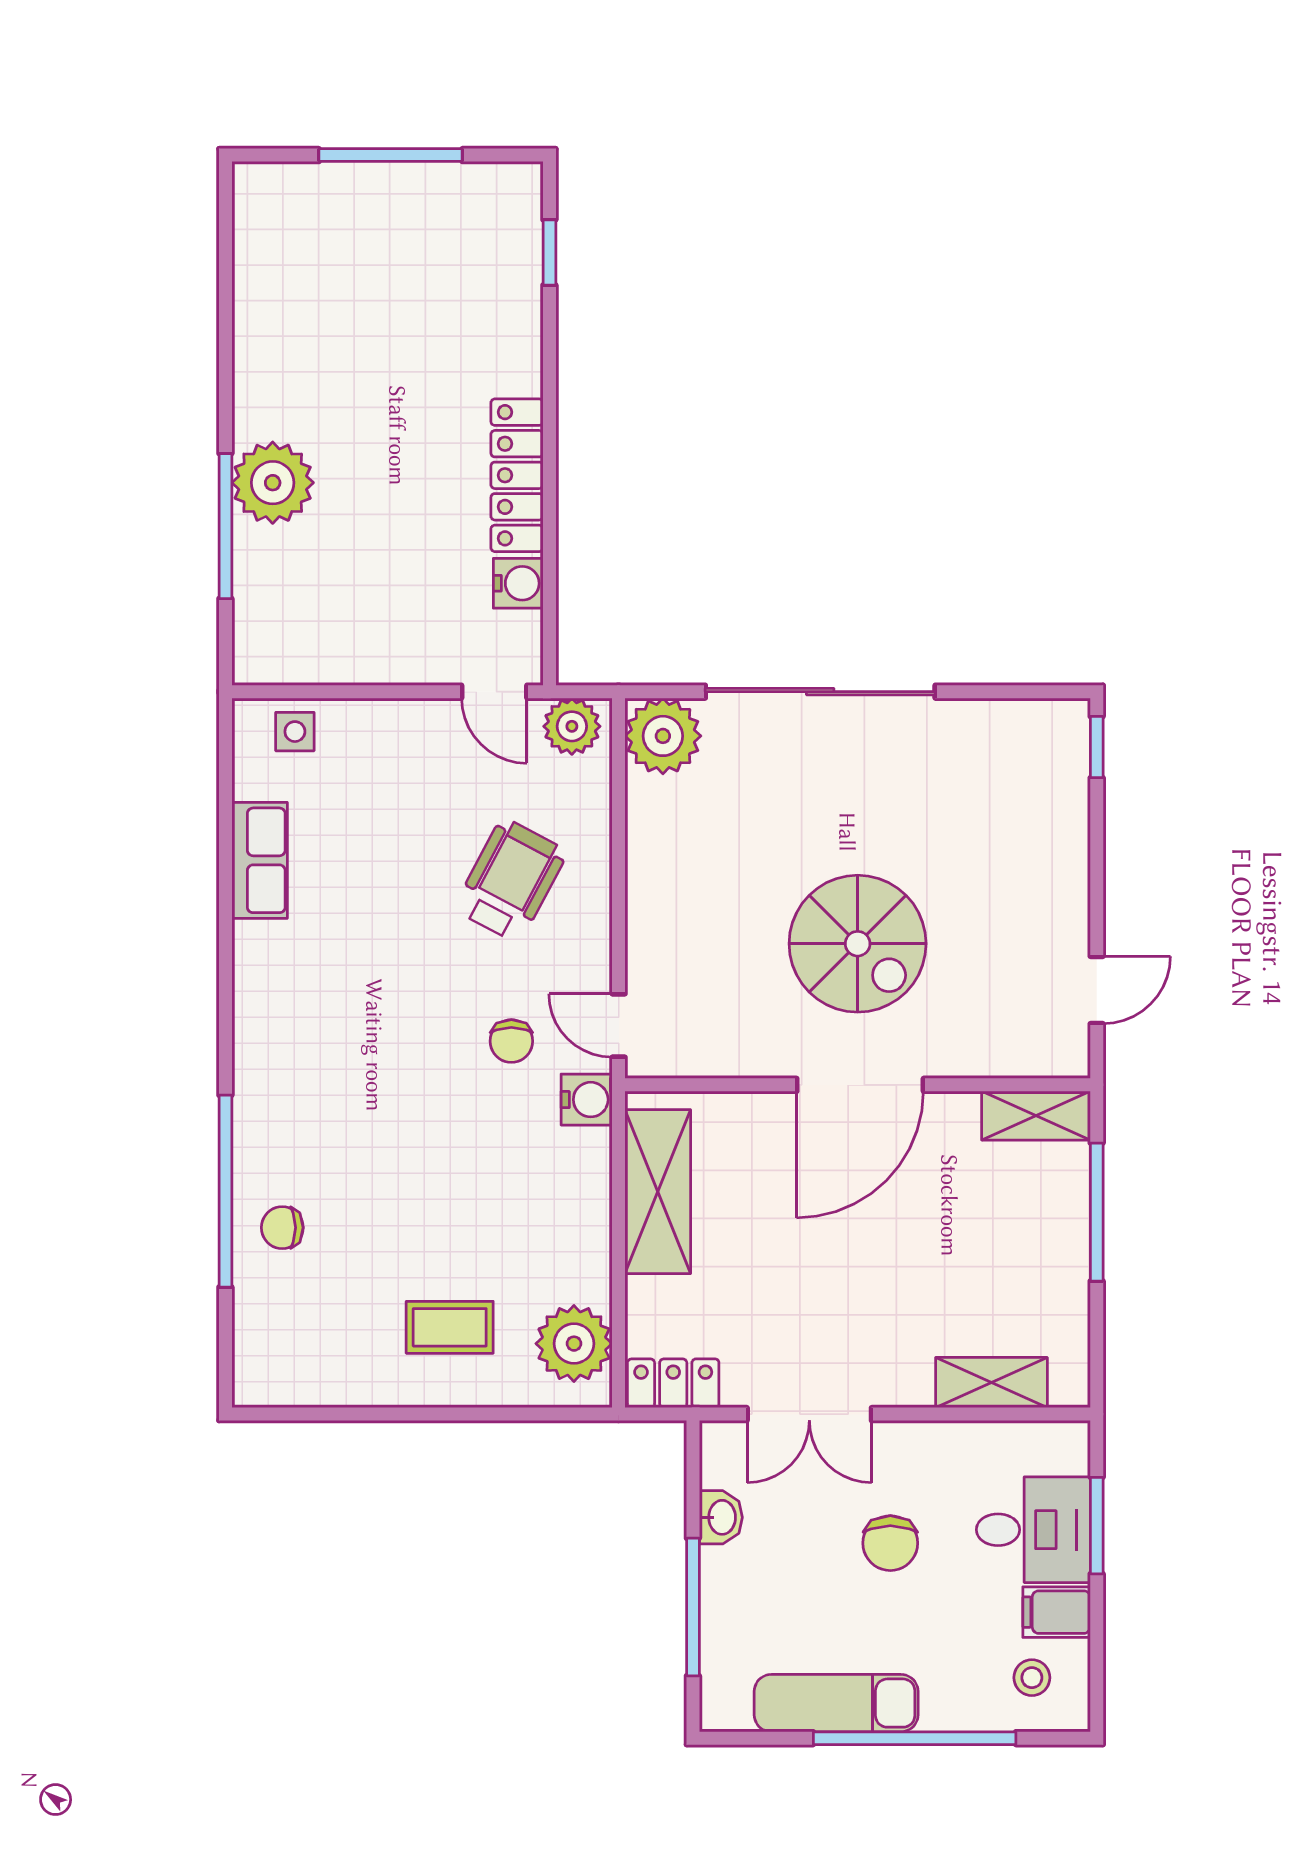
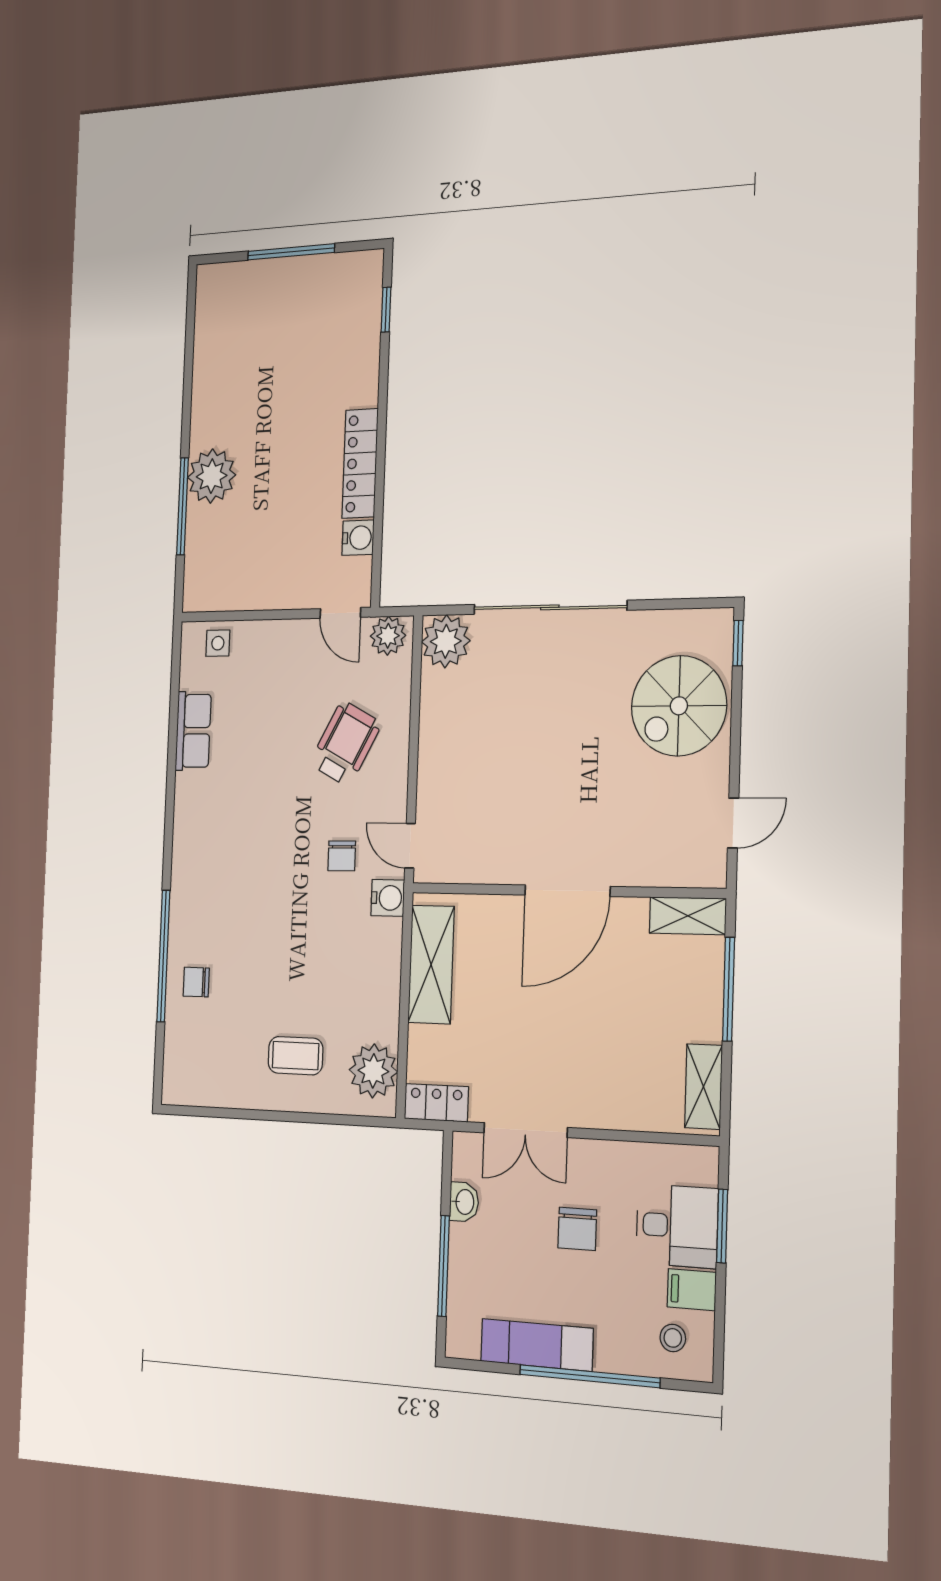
spiral stairs: (858, 944) -> (679, 706), moved, turned 90
shelving: (991, 1383) -> (703, 1087), moved, turned 90

